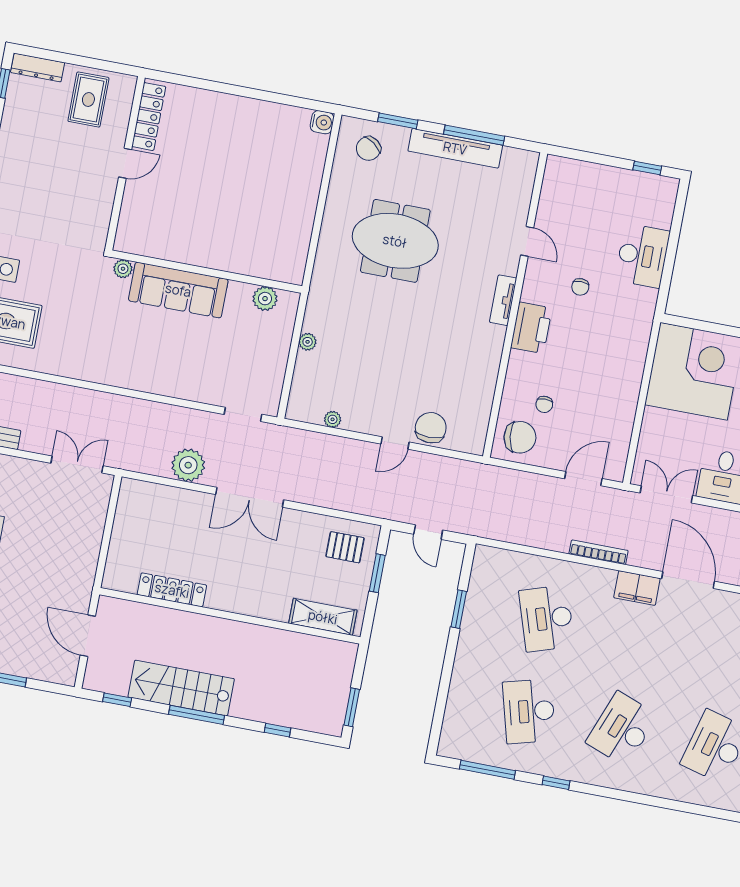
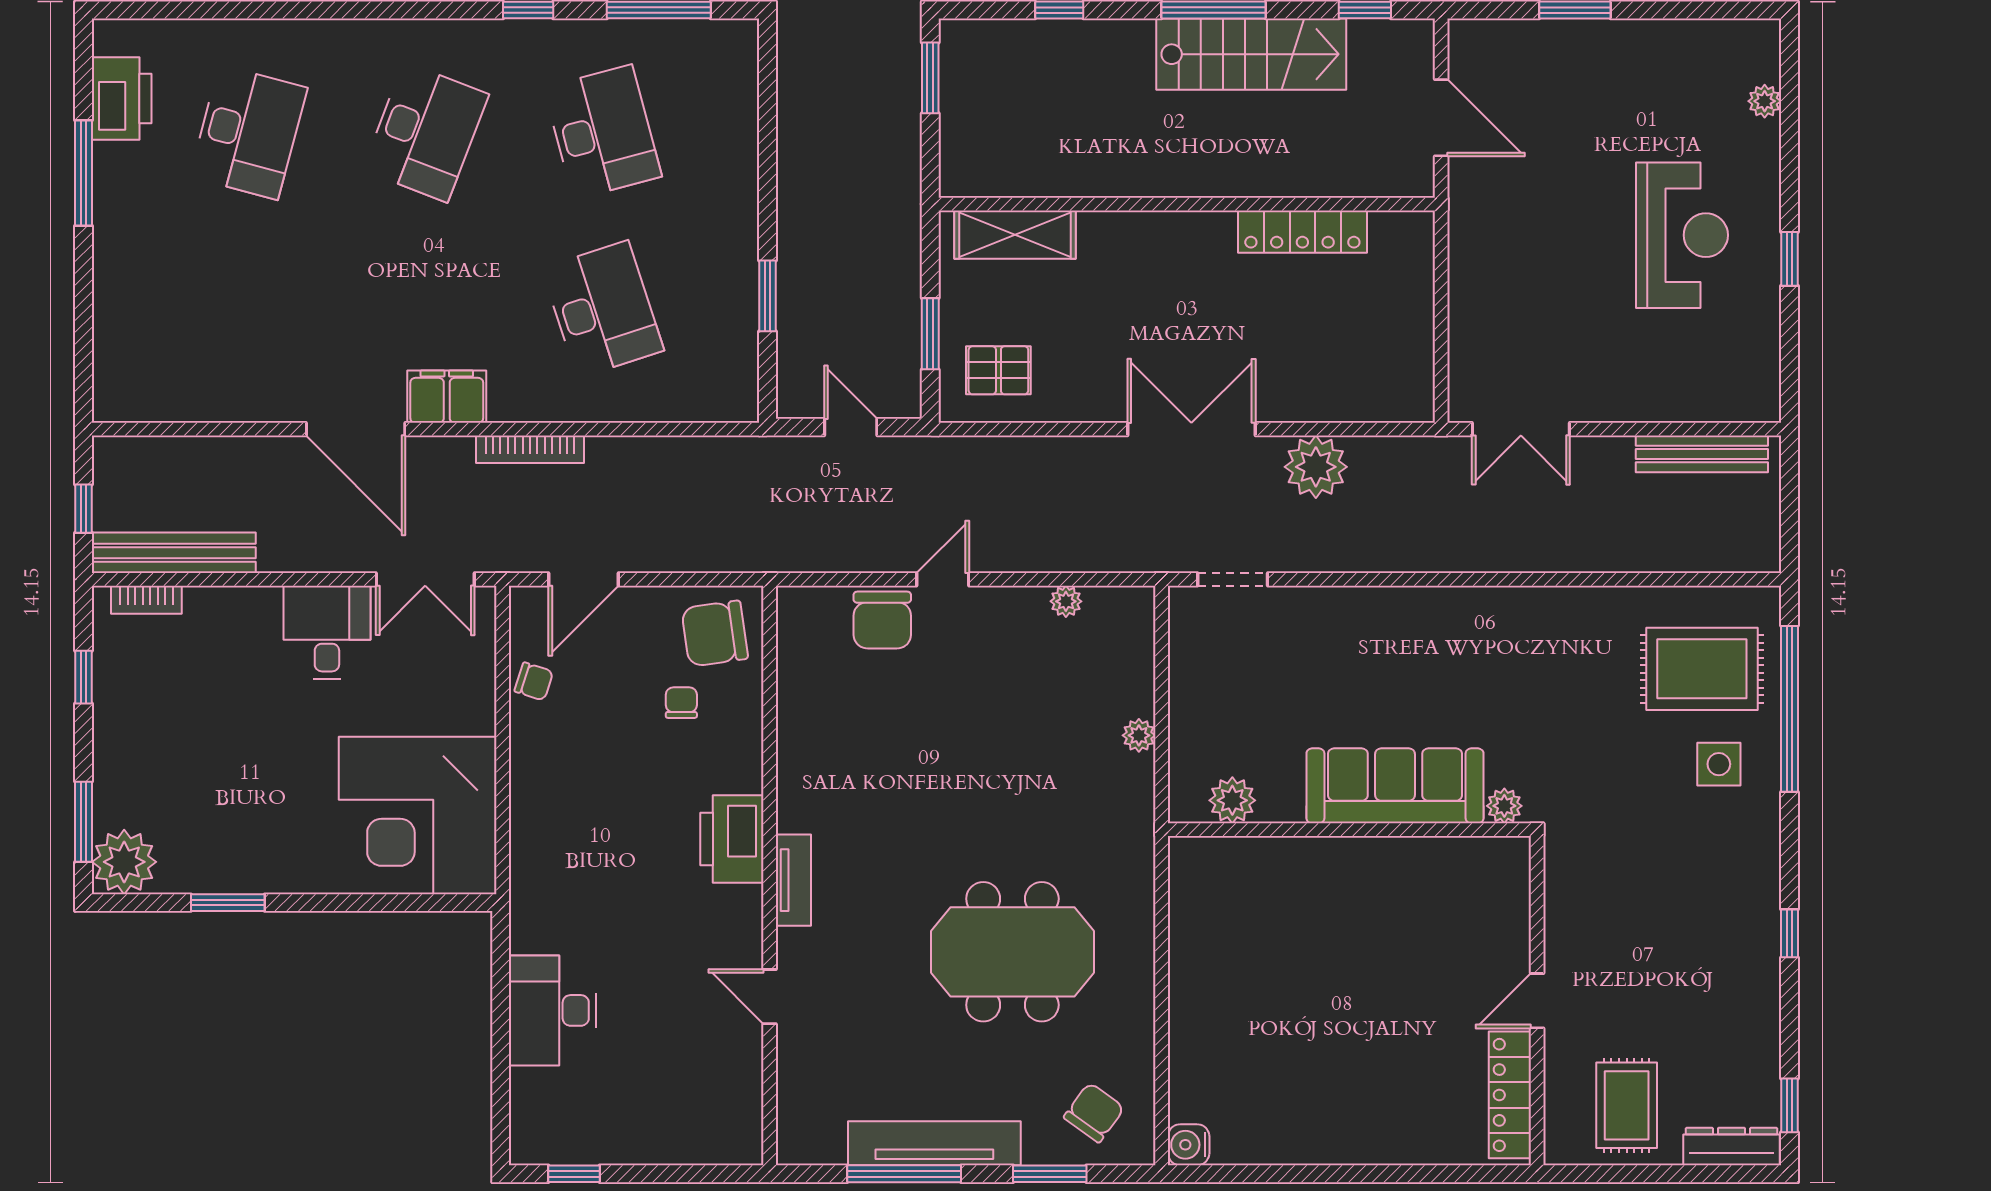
chair: (580, 287) -> (534, 681), moved, turned 108

